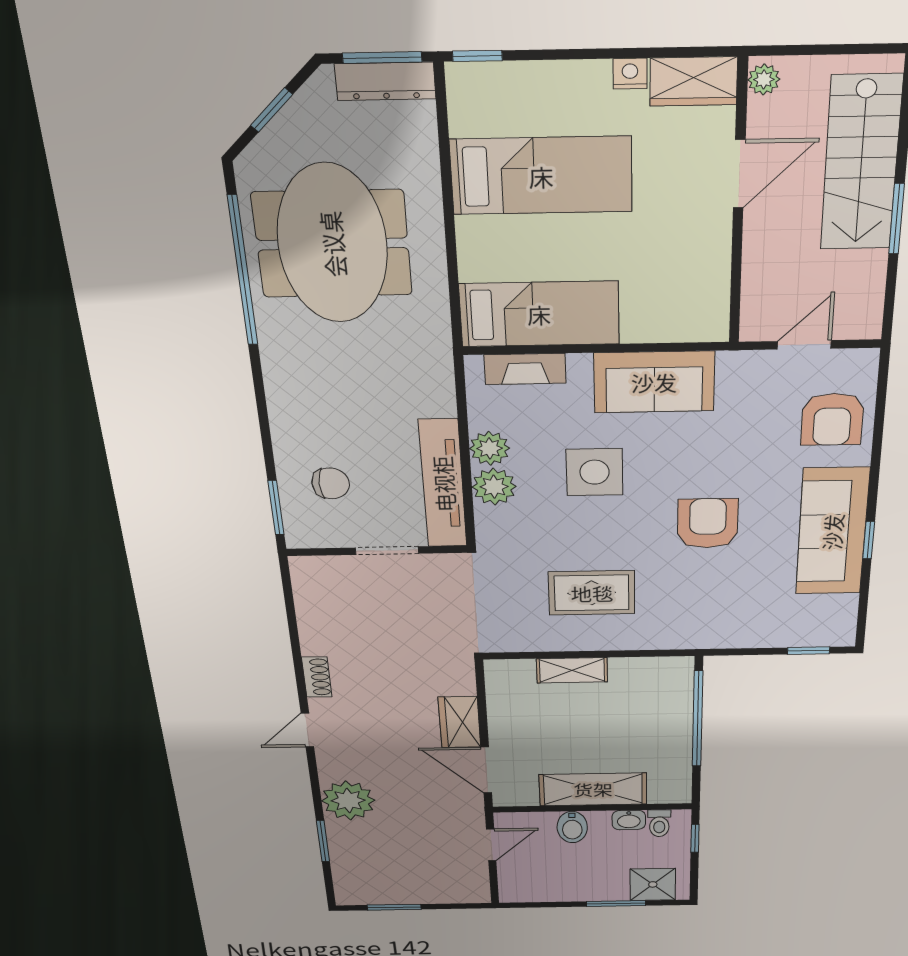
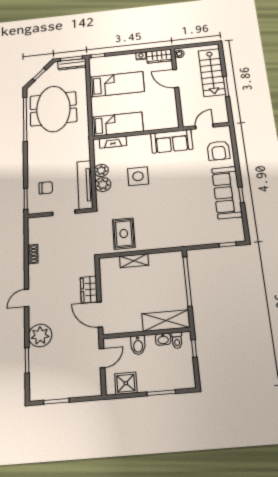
door: (739, 174) -> (176, 78), swing flipped
sofa: (654, 382) -> (172, 141), moved
armchair: (708, 523) -> (180, 193), removed
rug: (592, 593) -> (124, 234), moved, turned 90
shoe rack: (317, 677) -> (33, 254), moved
shelving: (593, 789) -> (166, 321), moved
shower: (653, 884) -> (126, 383), moved

